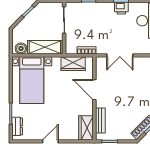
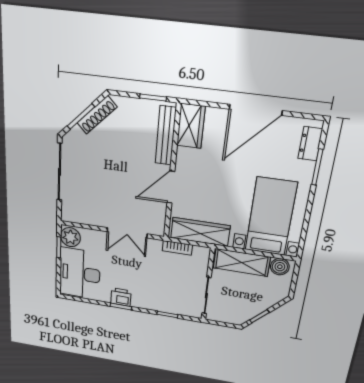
double door: (120, 55) -> (127, 233), swing flipped
wardrobe: (73, 64) -> (200, 232), width x1.50
door: (94, 90) -> (171, 187), swing flipped
bench: (100, 121) -> (166, 136), width x1.36
door: (50, 141) -> (256, 110), width x1.87

